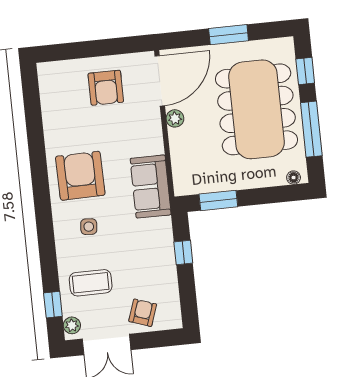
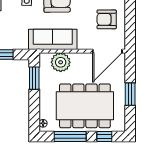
door: (160, 81) -> (107, 51), hinge flipped
plant: (175, 118) -> (61, 62), moved, width x1.88, depth x1.88
sofa: (151, 187) -> (53, 39), width x1.36

